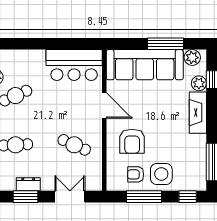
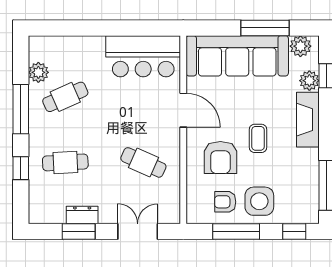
coffee table: (160, 127) -> (258, 138), added

